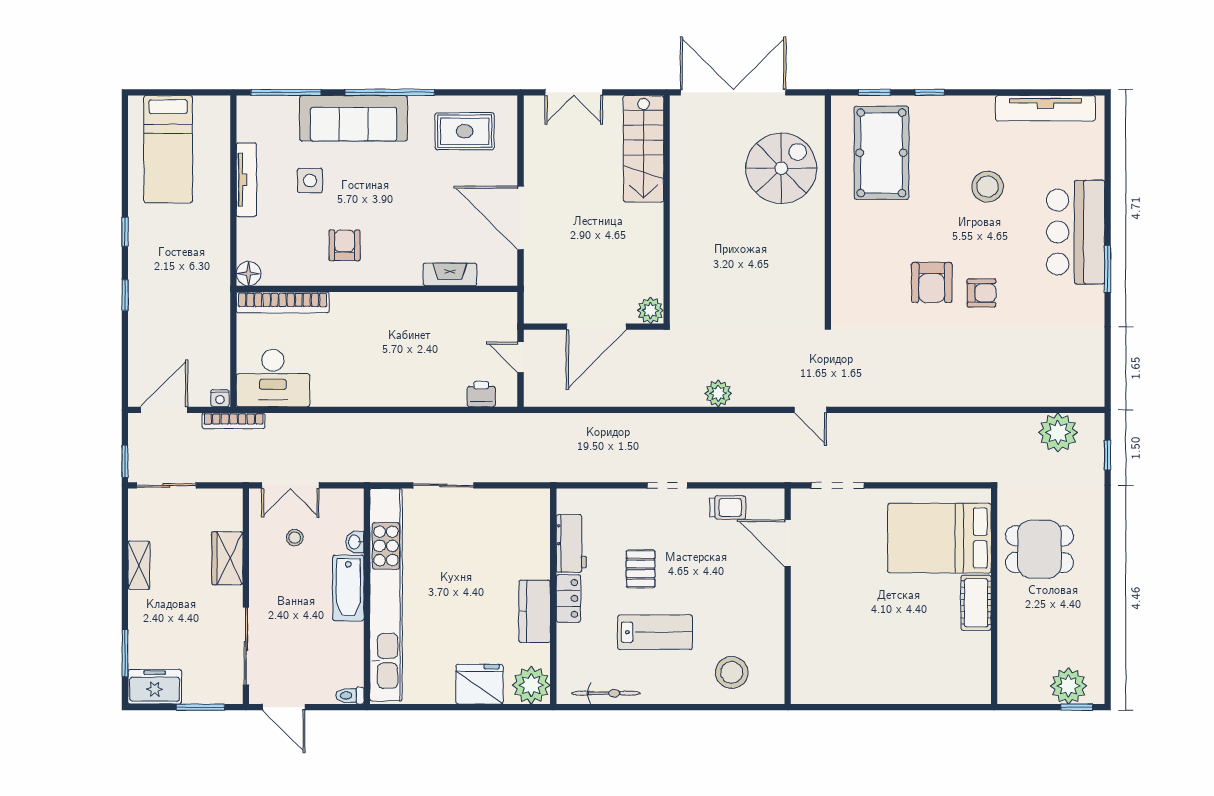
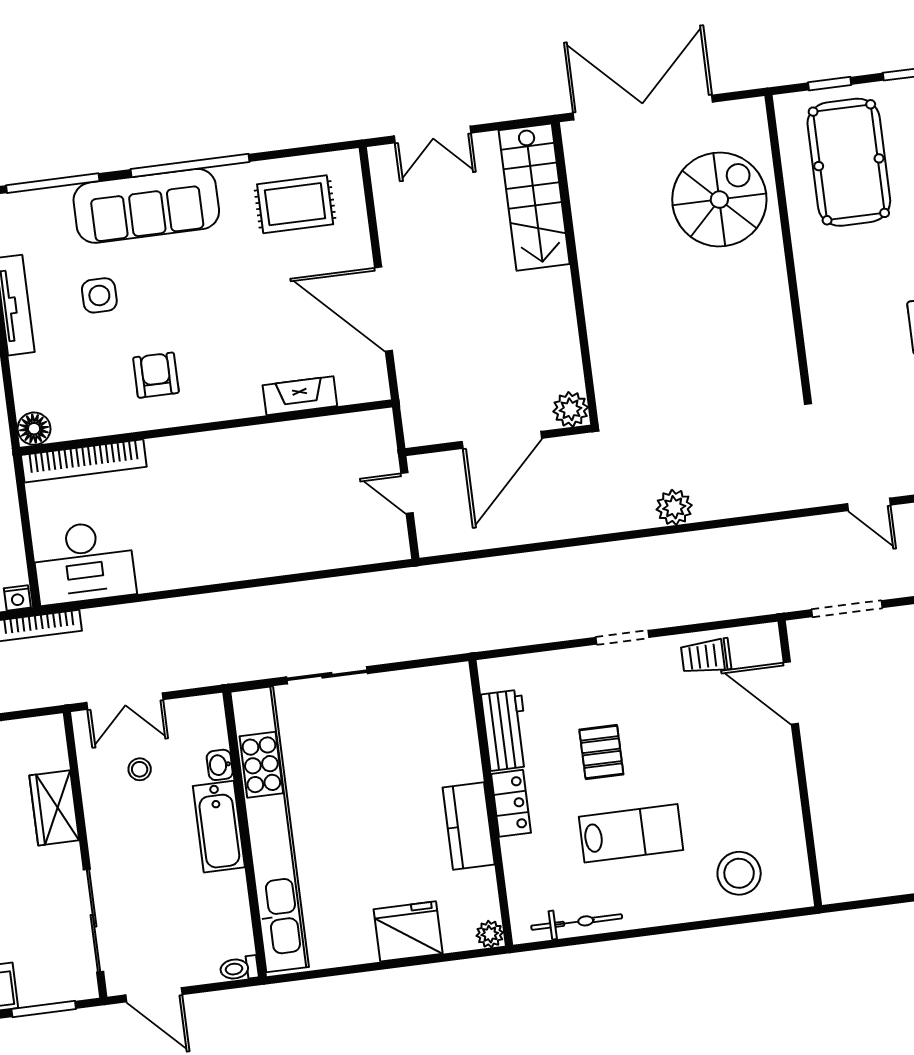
printer: (481, 394) -> (361, 548), removed
door: (810, 410) -> (869, 504), moved
trolley: (728, 507) -> (706, 656), turned 180
plant: (531, 685) -> (490, 934), width x0.53, depth x0.53

